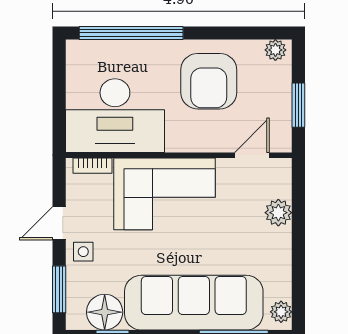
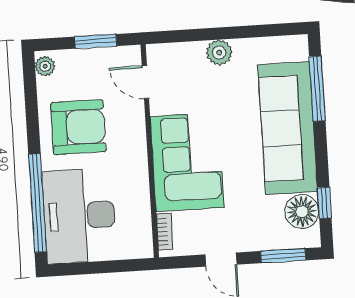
desk: (115, 116) -> (79, 216), moved, turned 180
plant: (278, 213) -> (219, 53), moved
side table: (83, 252) -> (246, 235), removed
plant: (281, 312) -> (291, 45), removed

